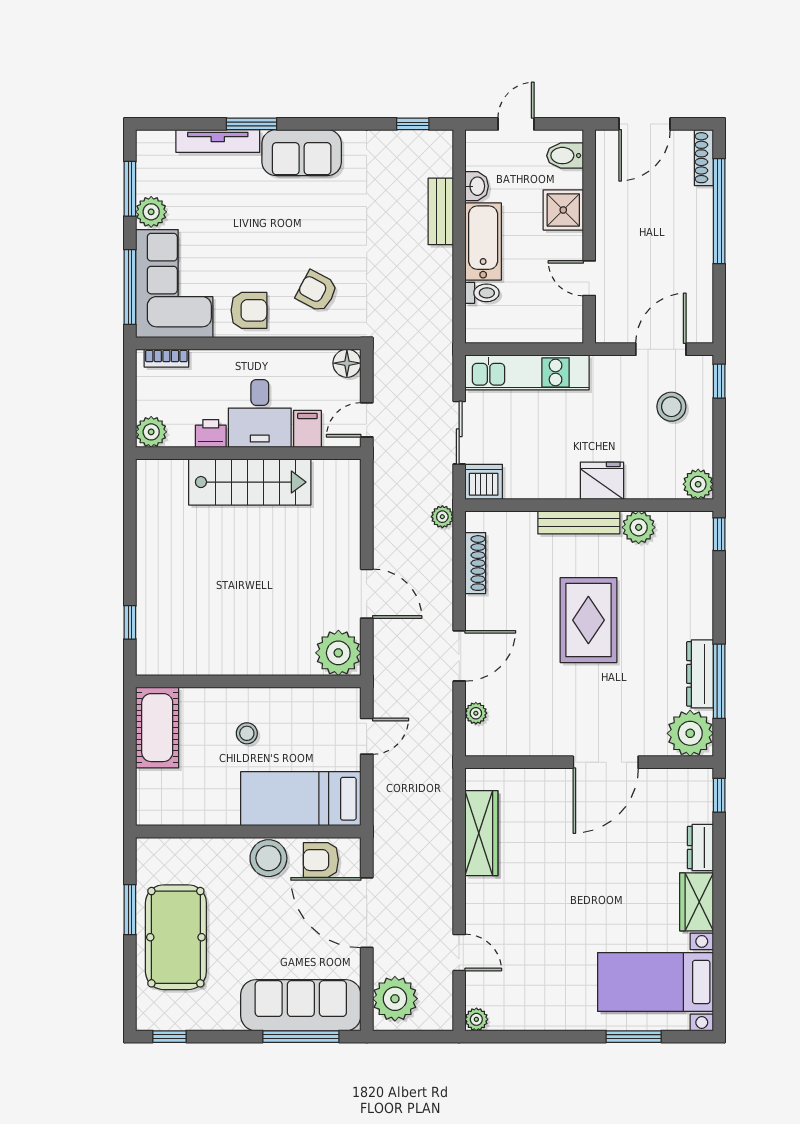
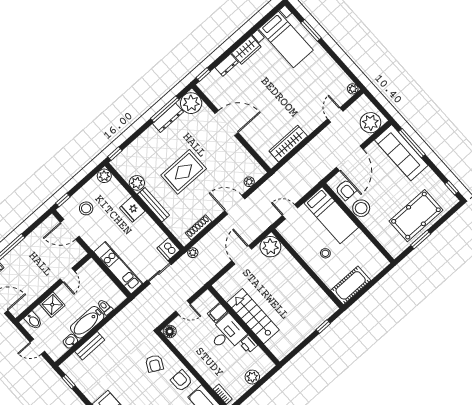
desk: (260, 413) -> (227, 334), moved
filing cabinet: (307, 429) -> (218, 313), moved
printer: (211, 434) -> (248, 344), moved
wall: (248, 453) -> (244, 325), moved
stairs: (250, 482) -> (253, 316), moved

